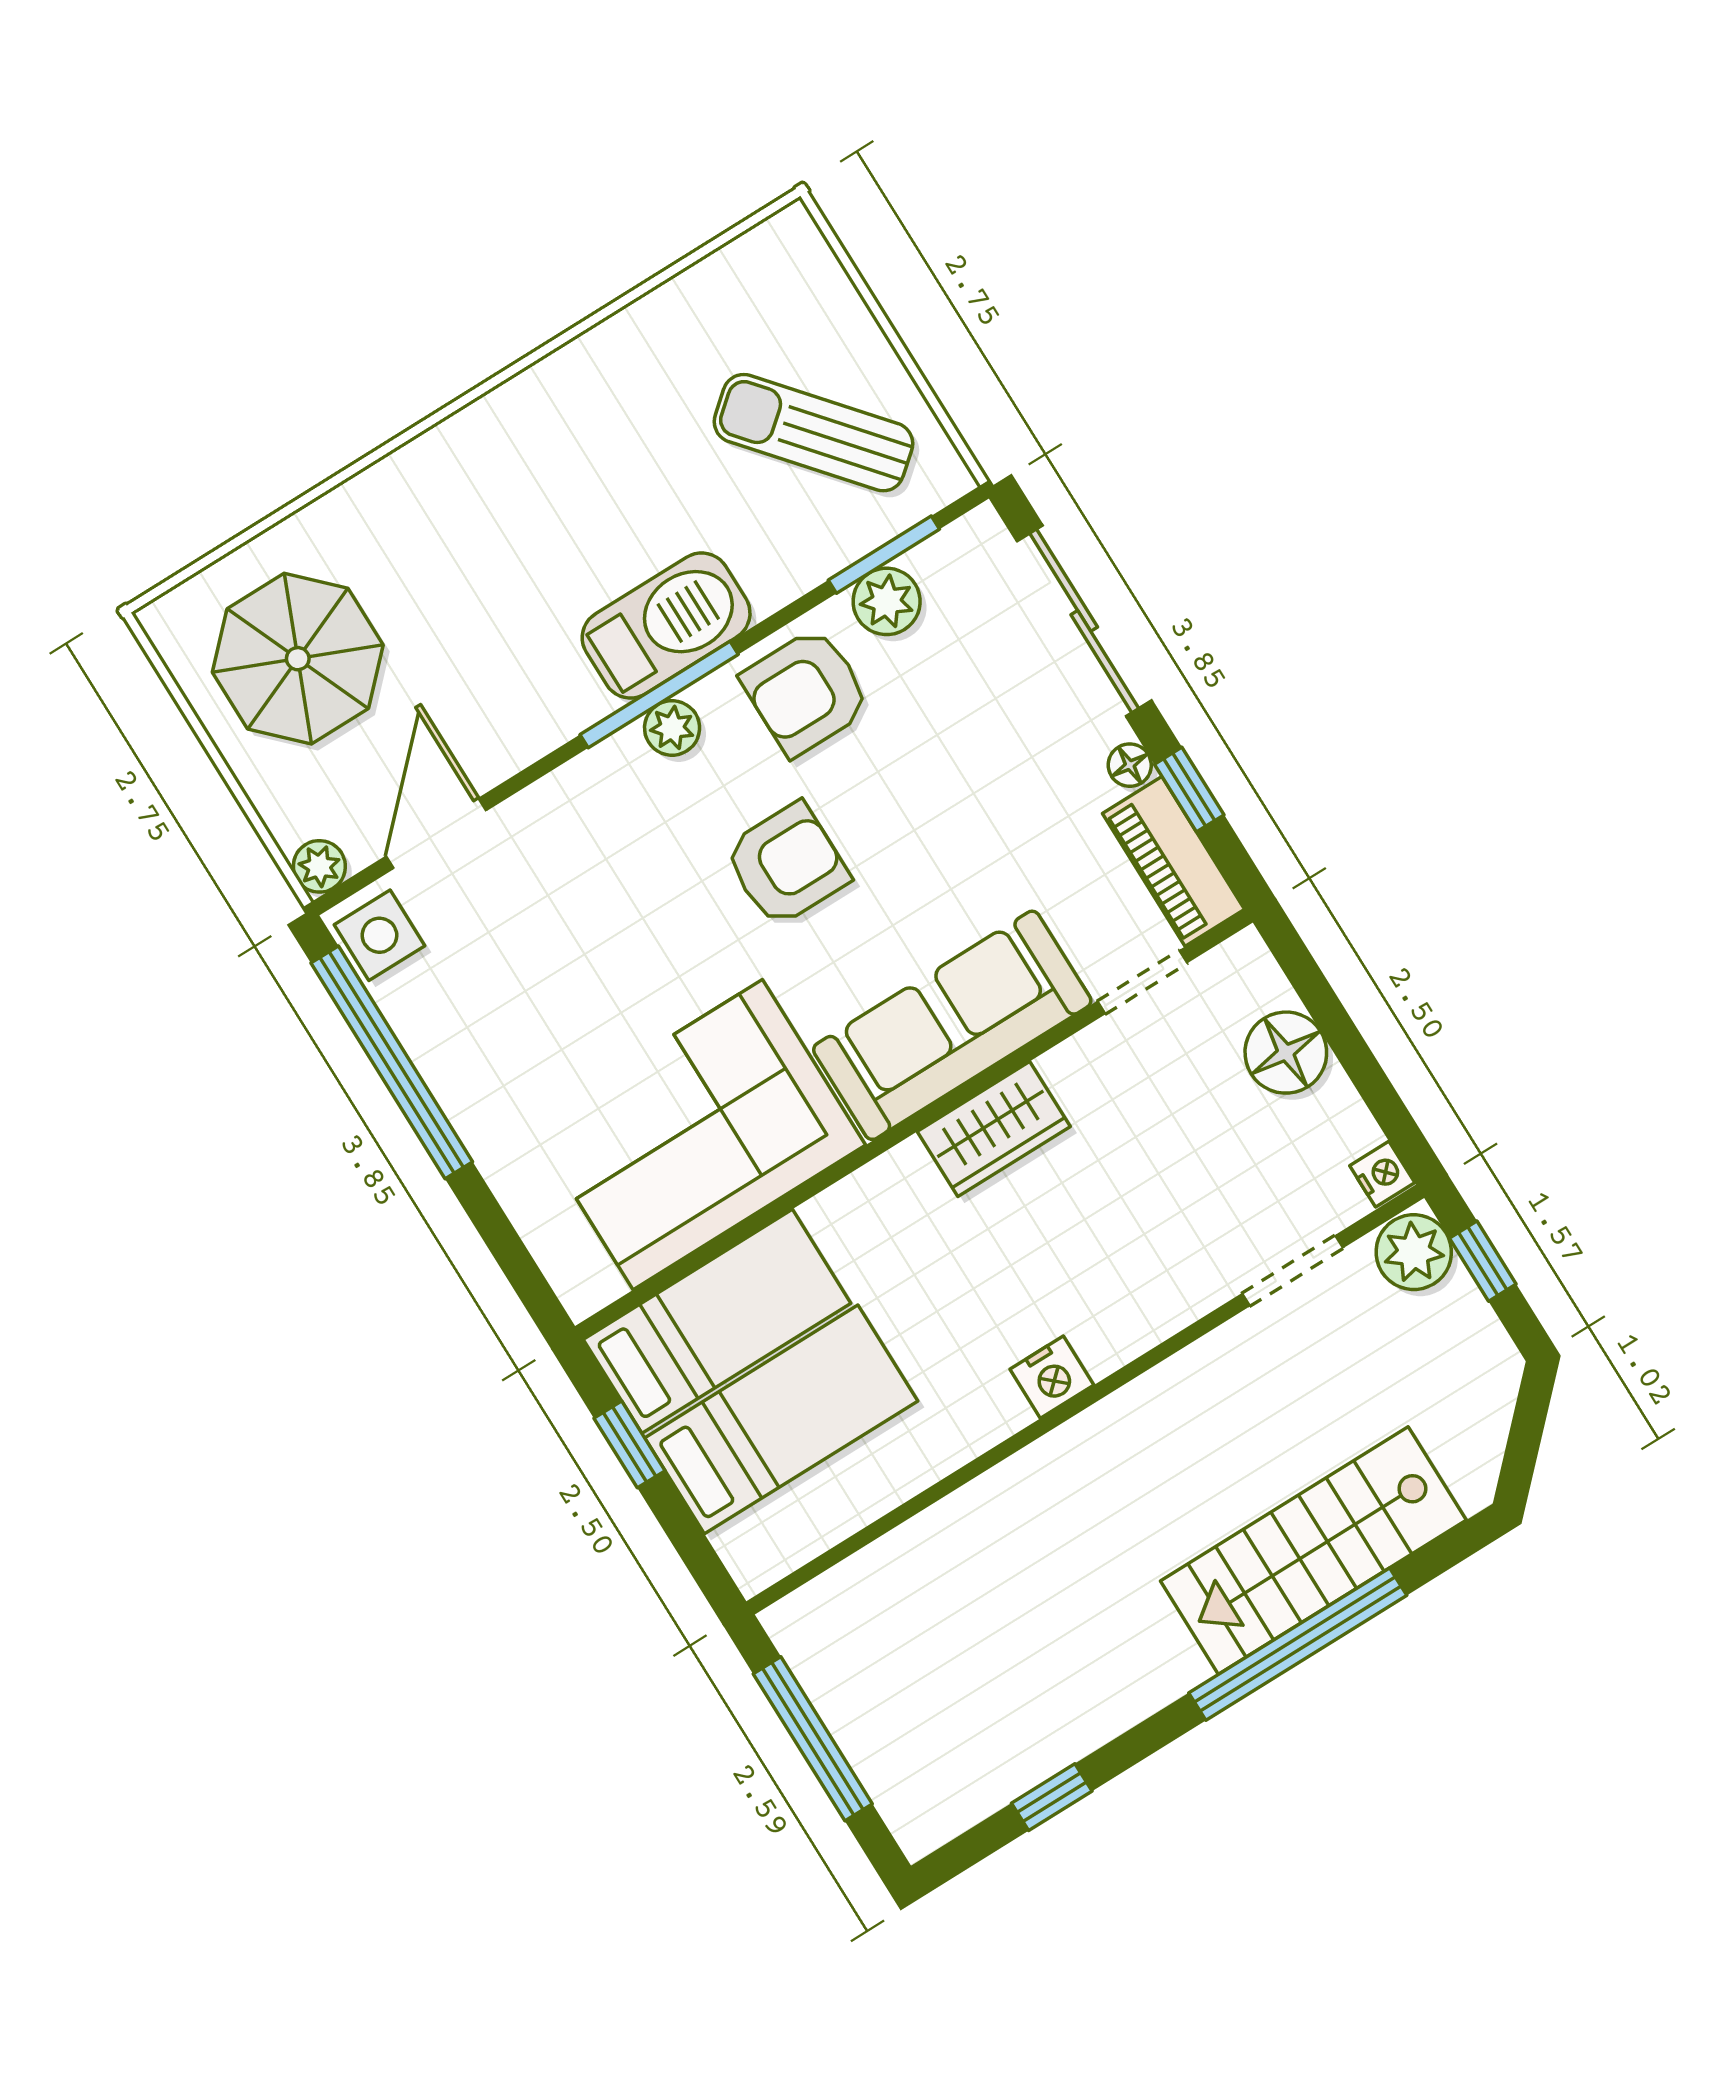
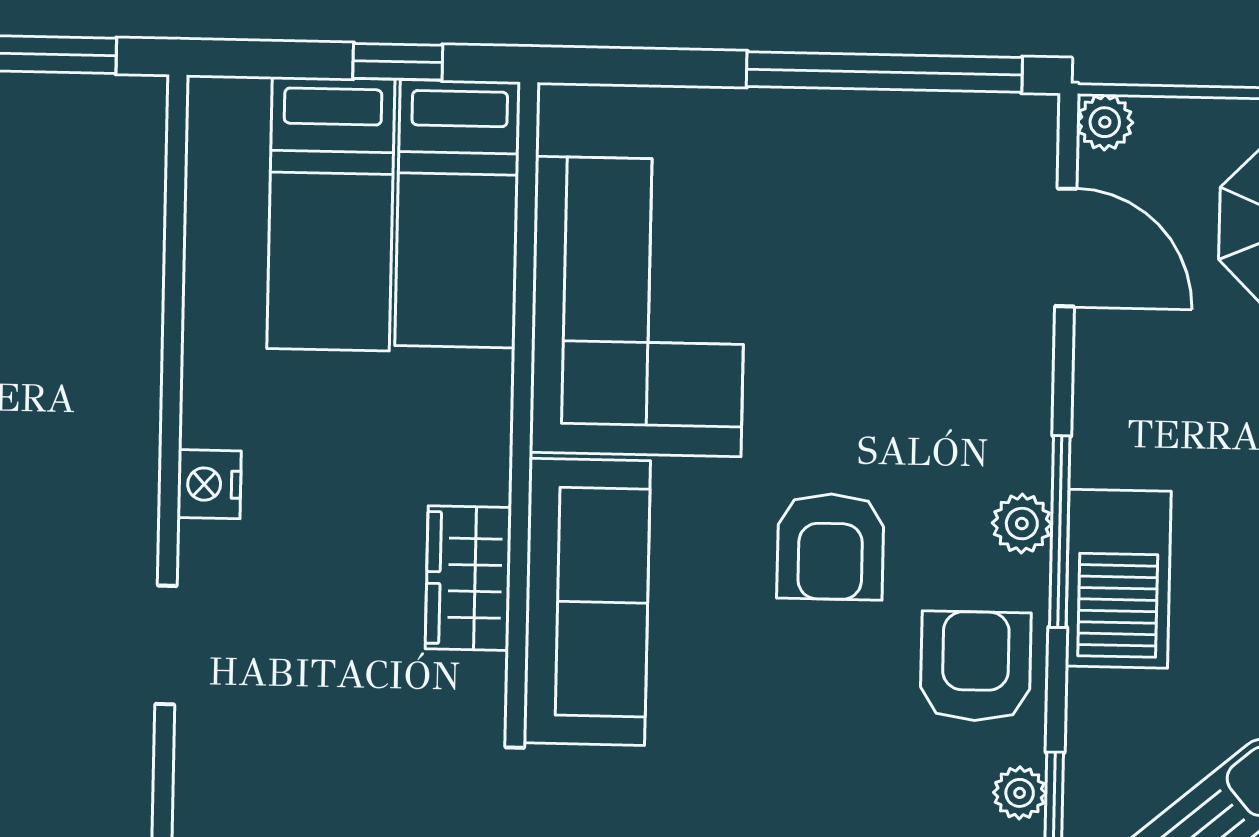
plant: (887, 601) -> (1020, 793), width x0.73, depth x0.73
side table: (379, 935) -> (1007, 136), removed
doorway: (1293, 1271) -> (166, 645), moved

